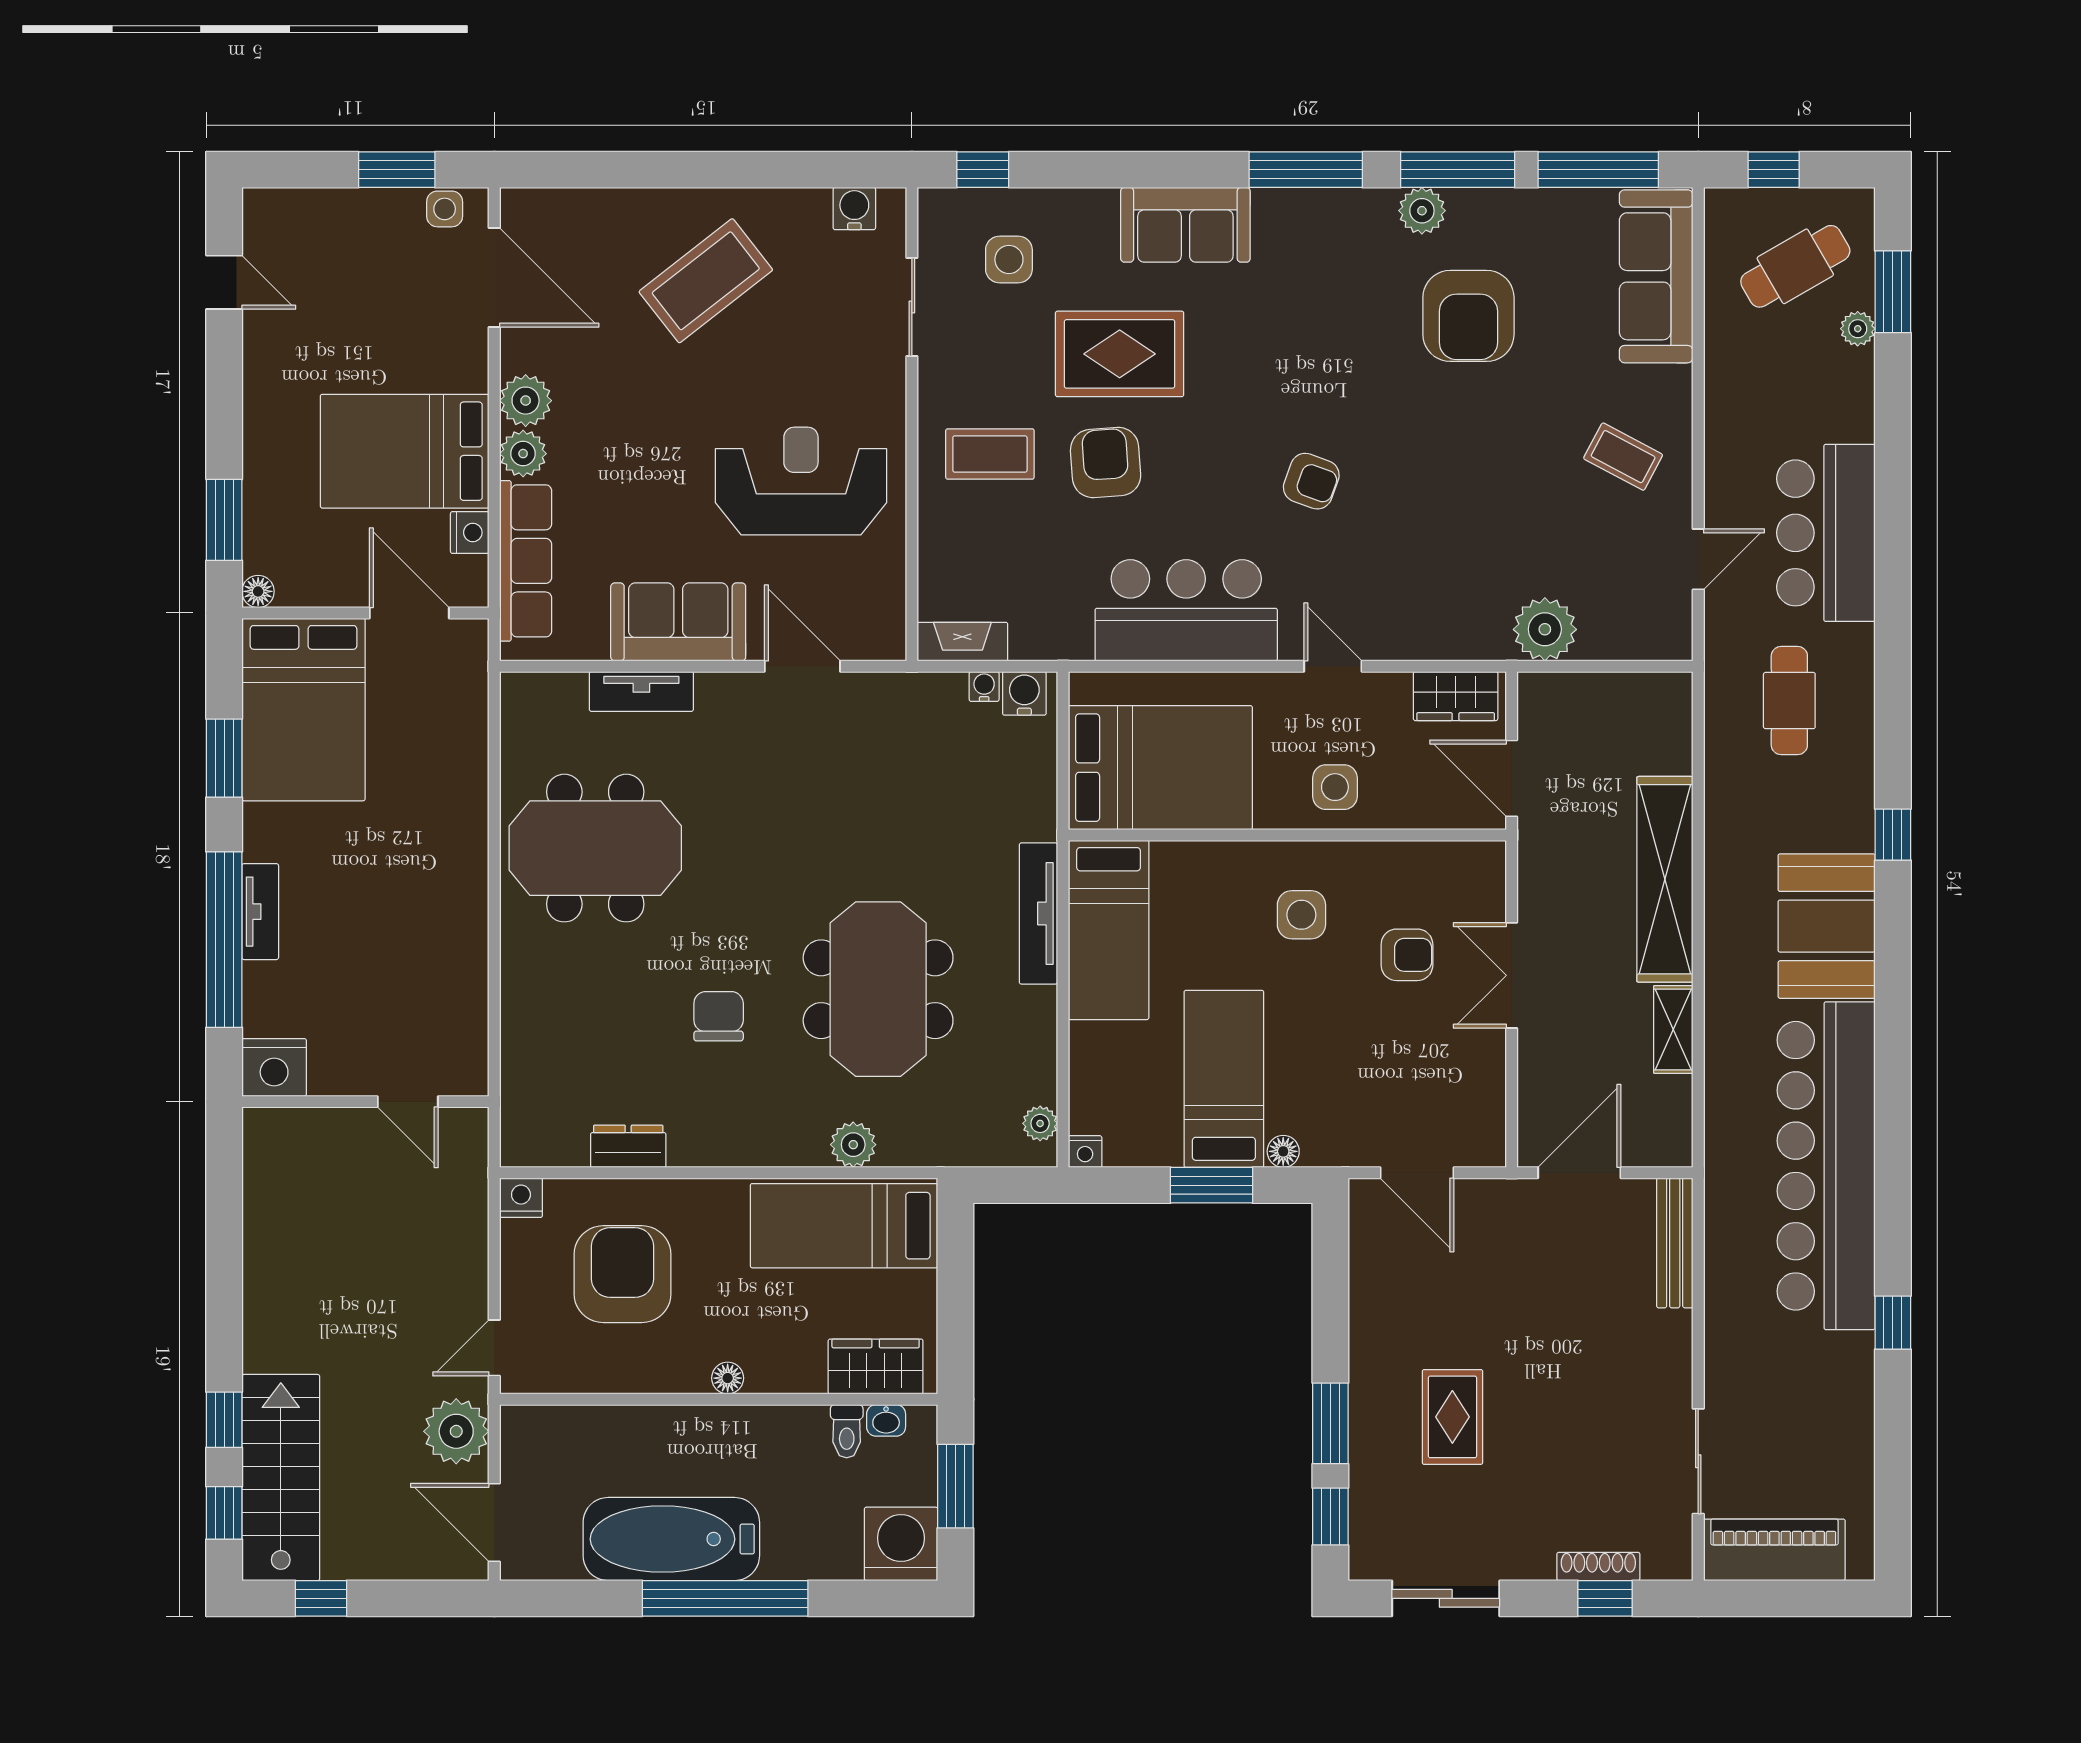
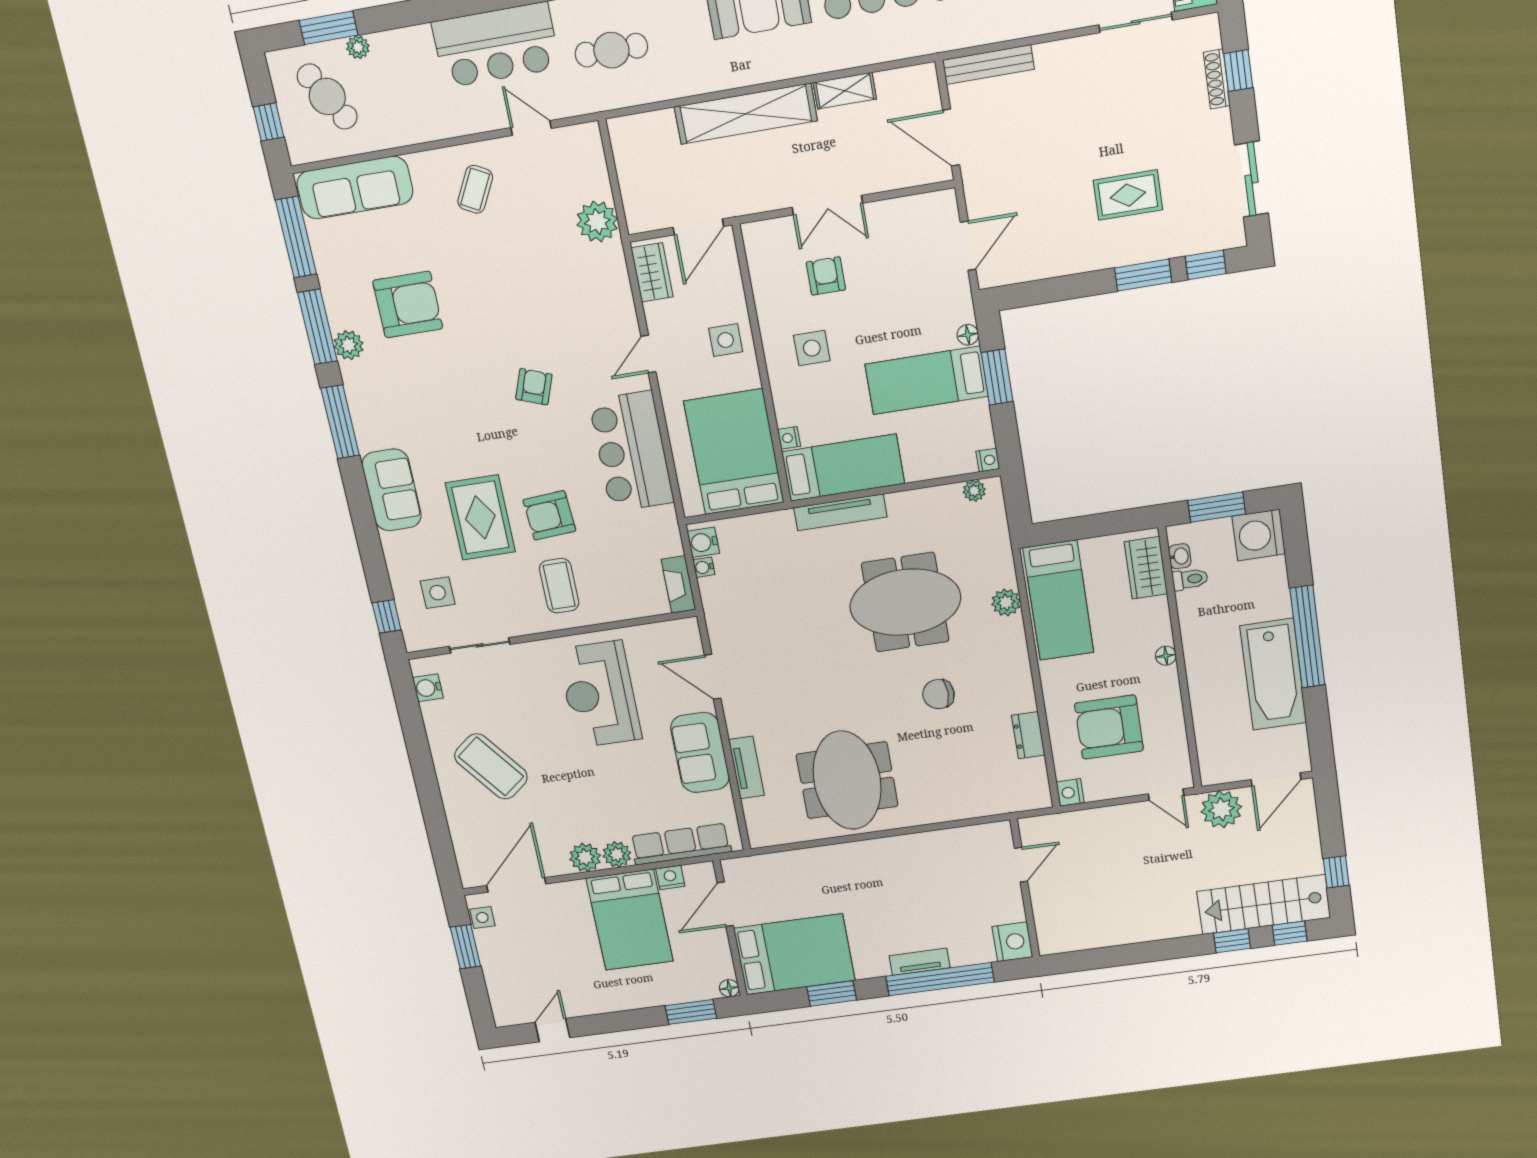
door: (802, 666) -> (713, 677), hinge flipped
nightstand: (1169, 856) -> (789, 438), added

